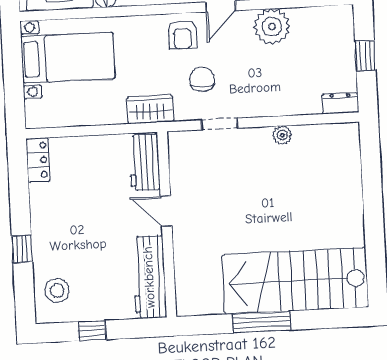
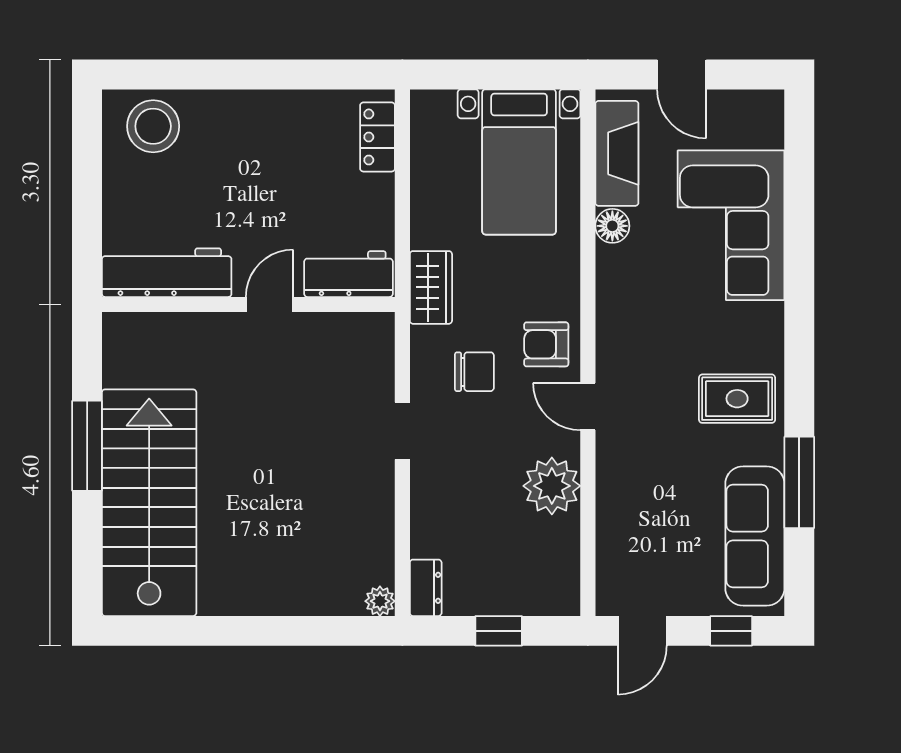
doorway: (220, 124) -> (402, 431), moved
plant: (282, 135) -> (380, 601), moved
locker: (38, 160) -> (377, 137), moved, turned 90
window: (22, 249) -> (221, 74), removed
stool: (57, 290) -> (153, 126), width x1.38, depth x1.38
window: (92, 331) -> (87, 178), removed

